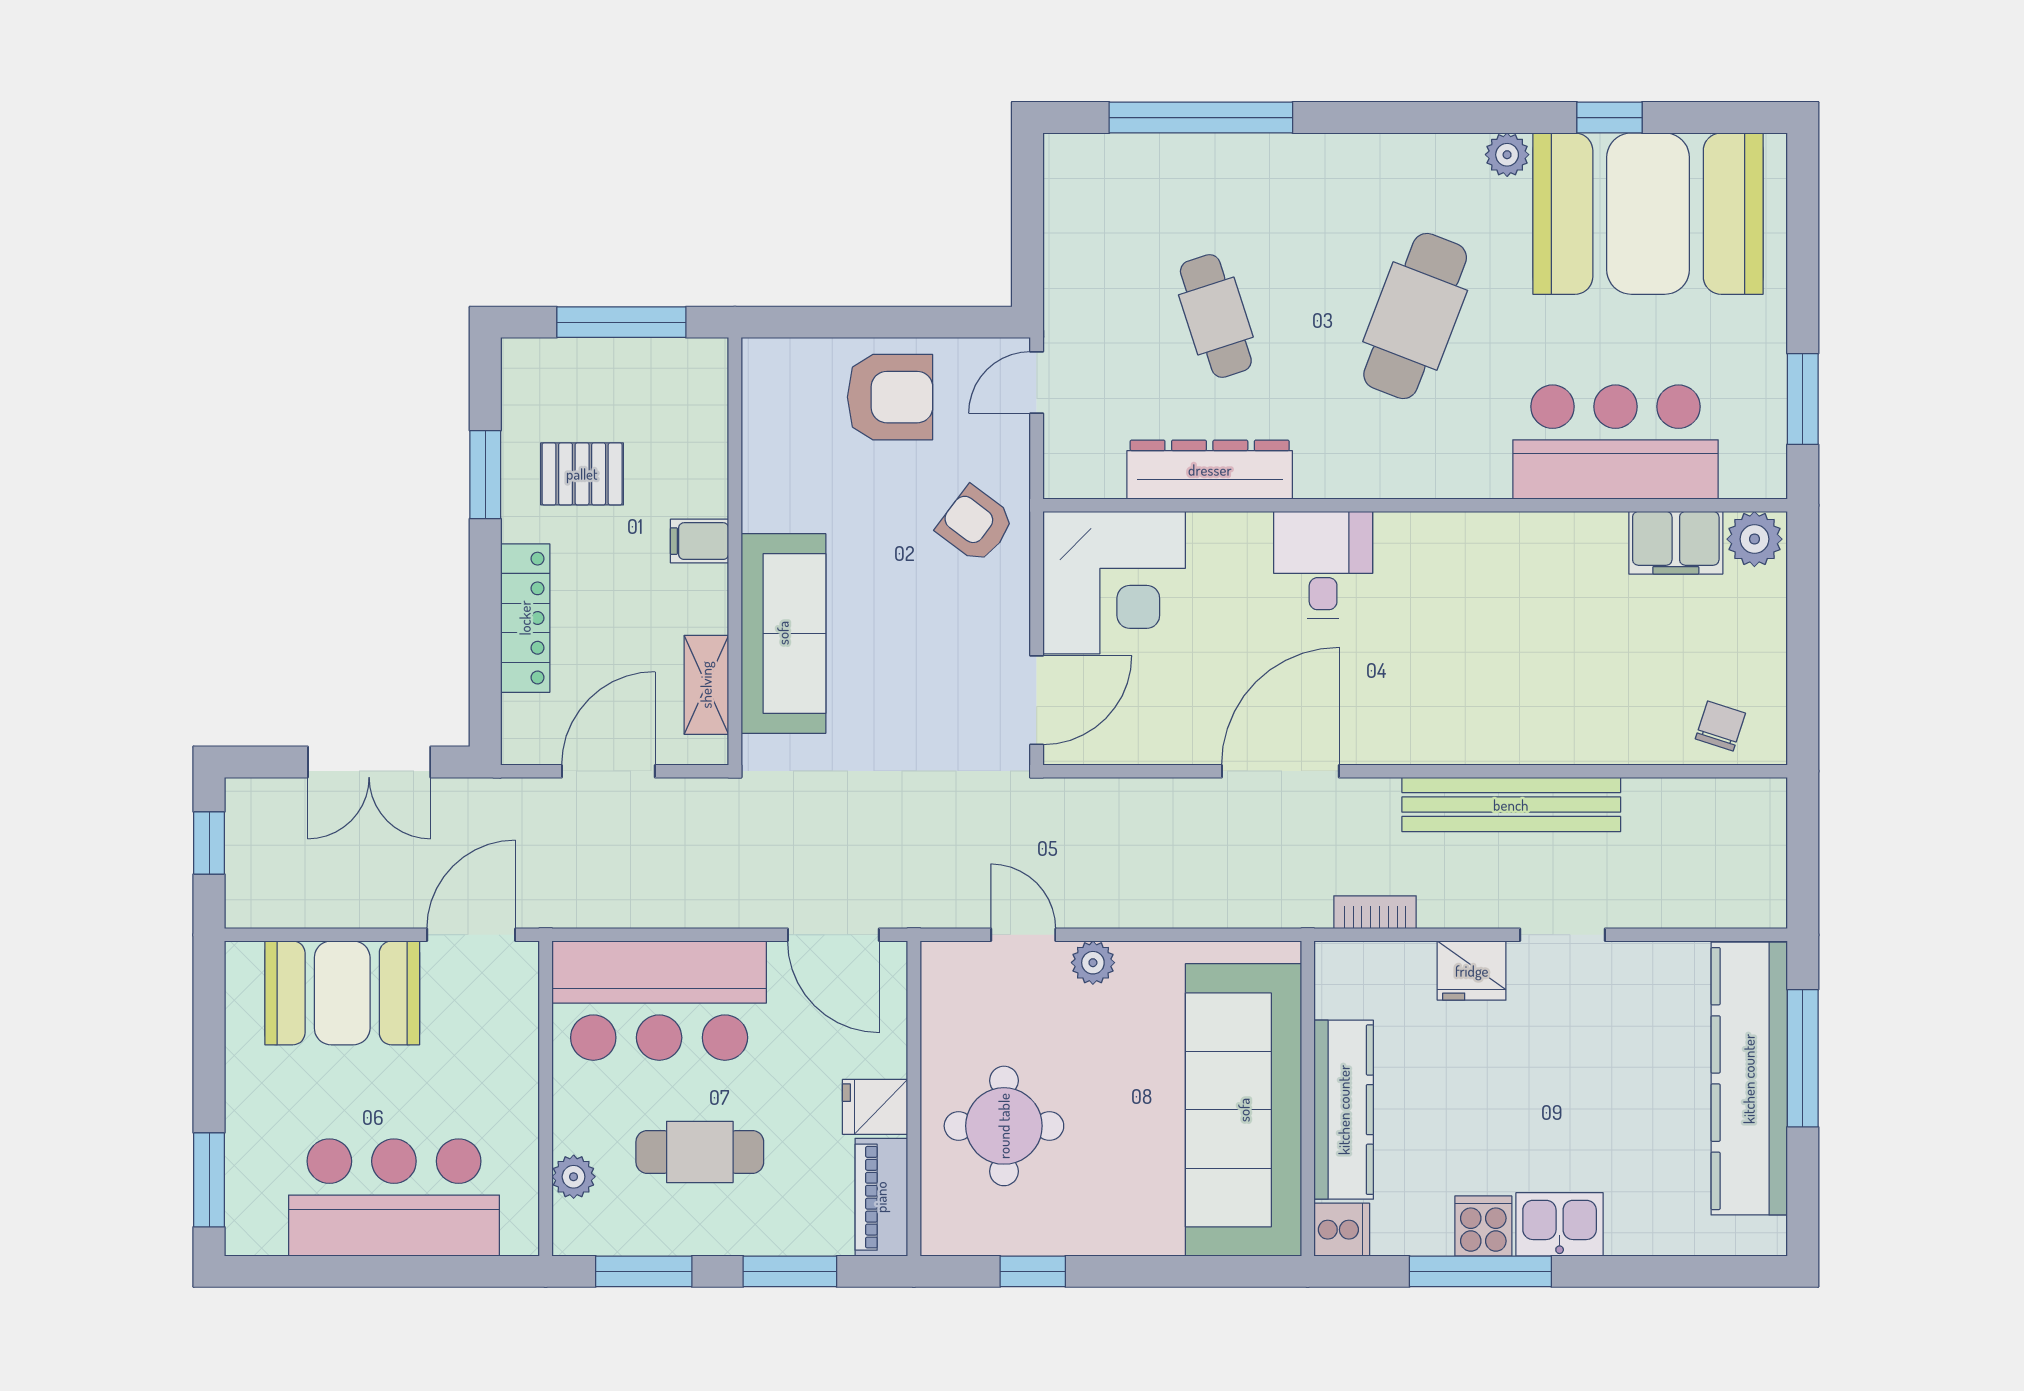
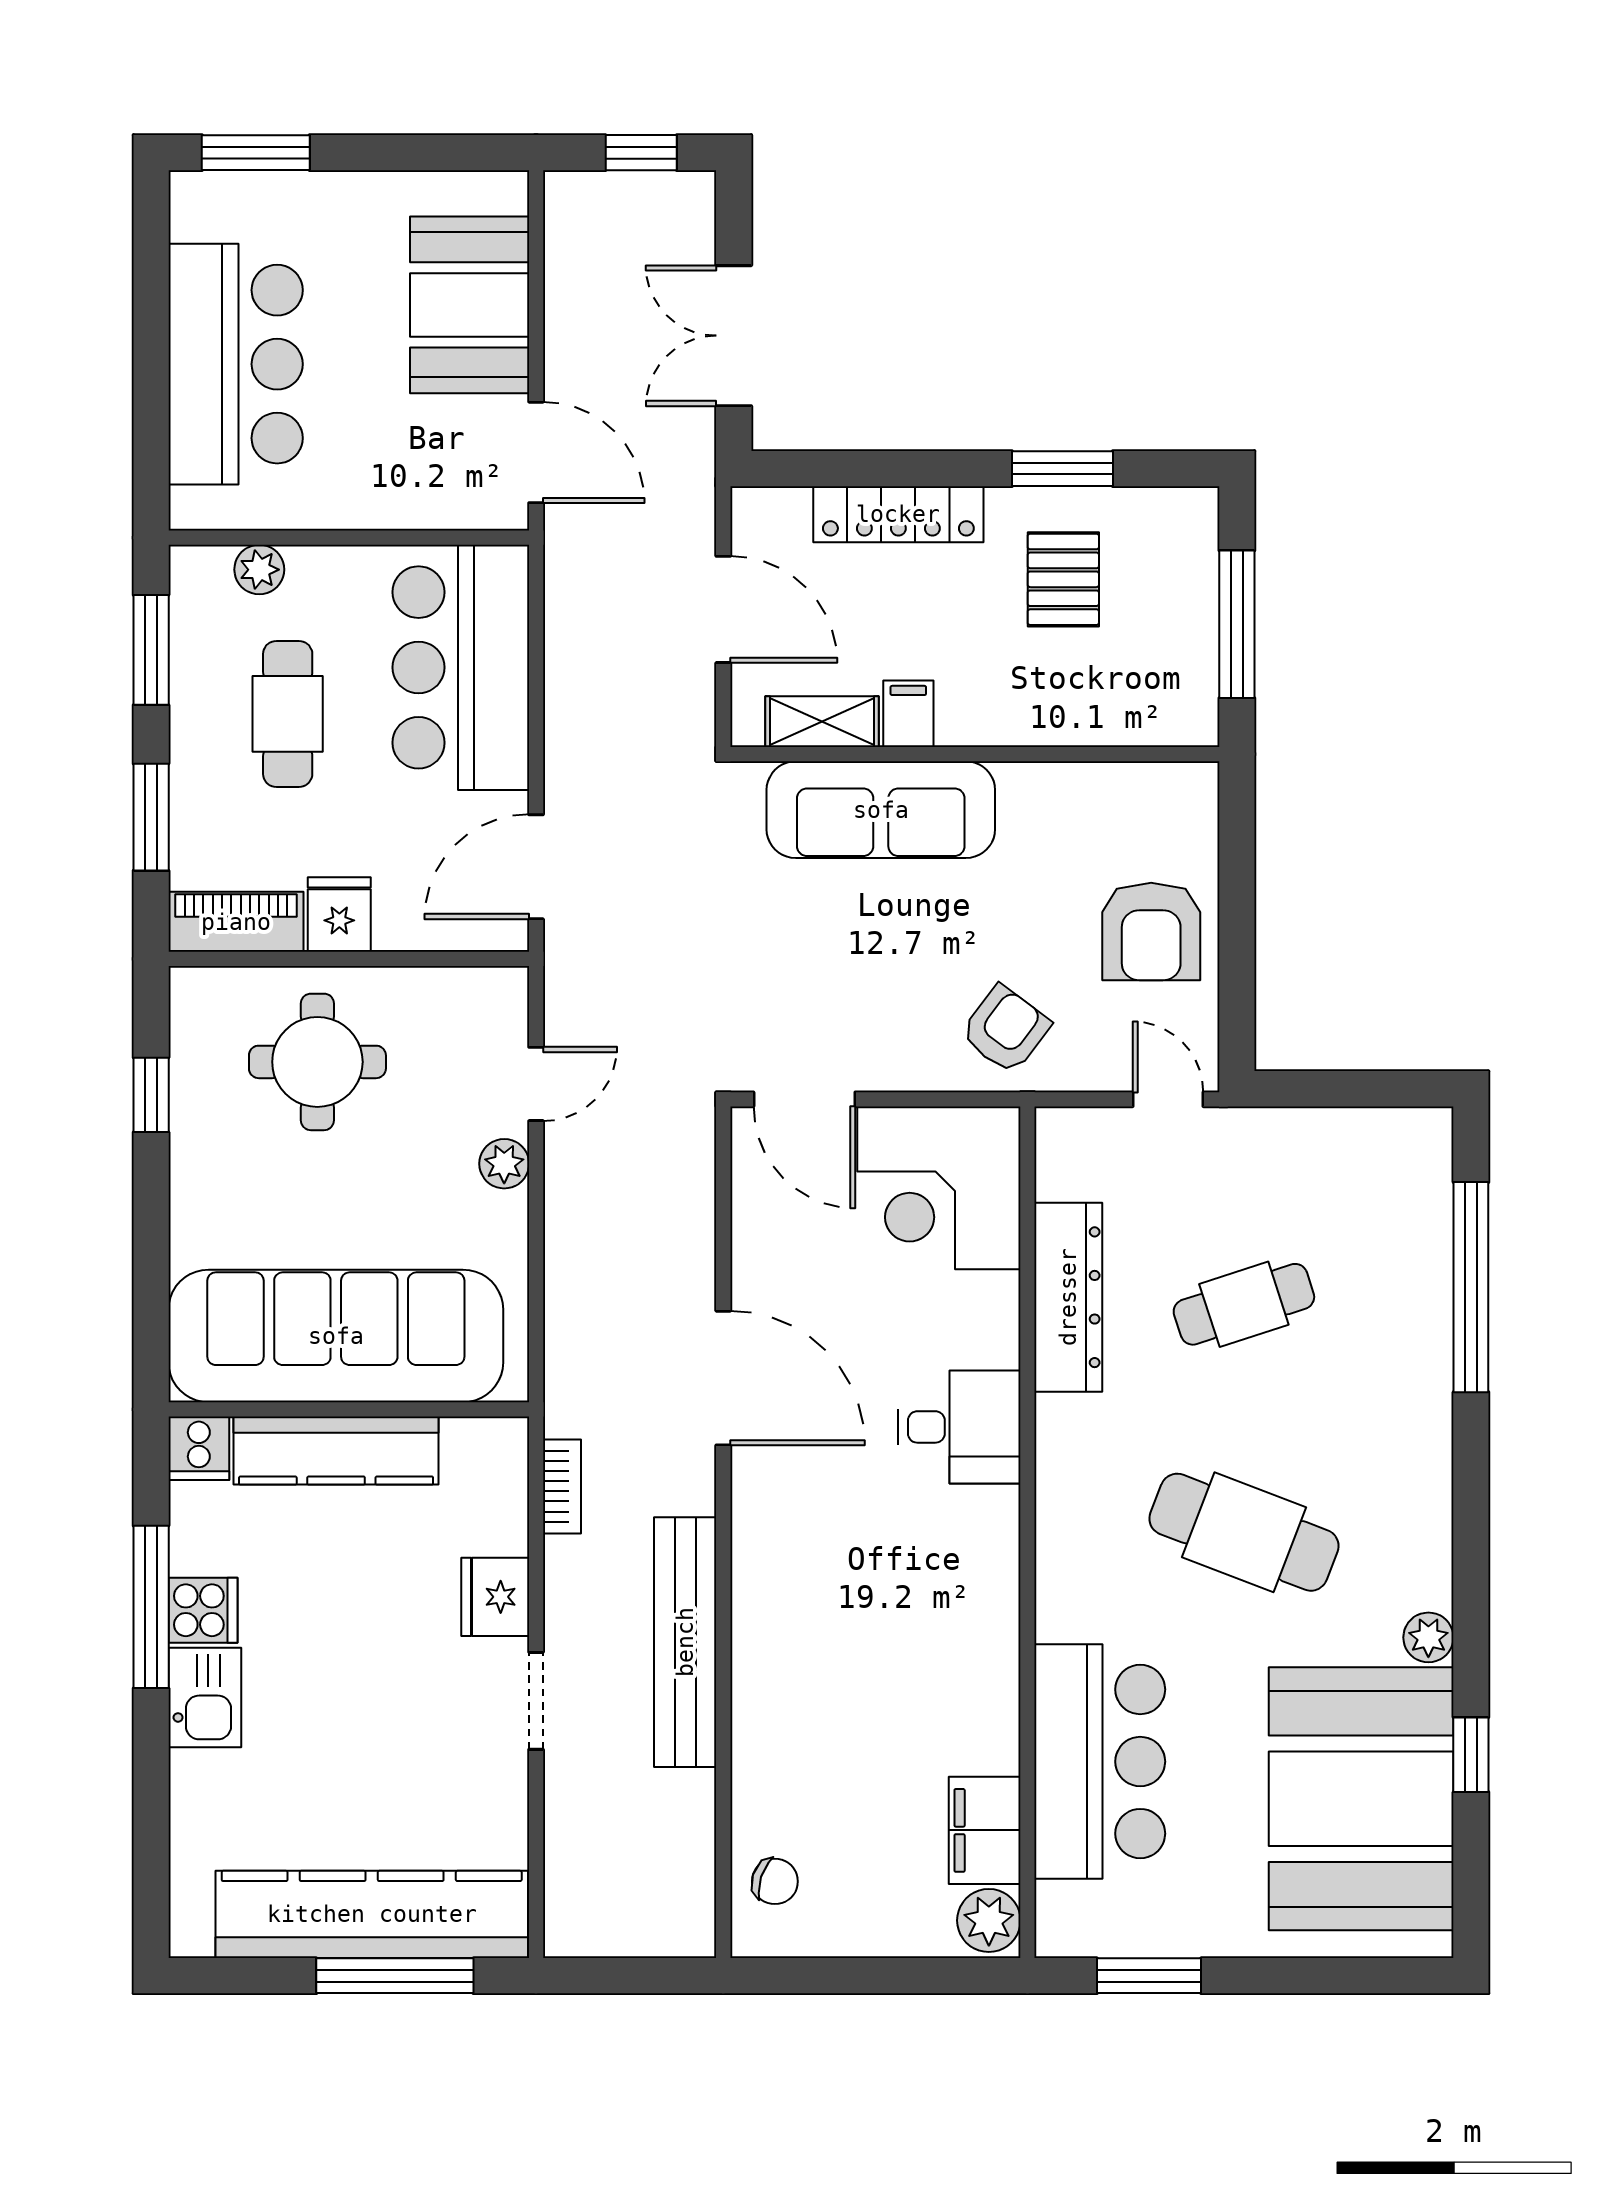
filing cabinet: (700, 541) -> (908, 714), moved

